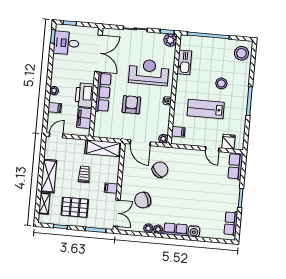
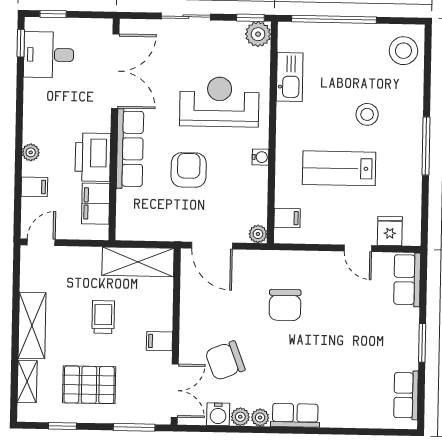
chair: (160, 170) -> (285, 305), moved, turned 134
water cooler: (194, 231) -> (218, 414), moved

